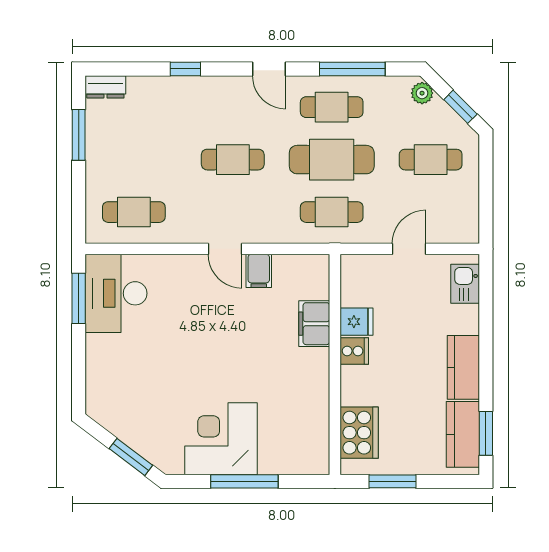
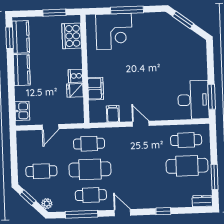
cafe table: (233, 160) -> (187, 166), moved, width x1.37, depth x1.35
filing cabinet: (259, 271) -> (113, 114), moved
corner desk: (221, 439) -> (114, 31), moved

